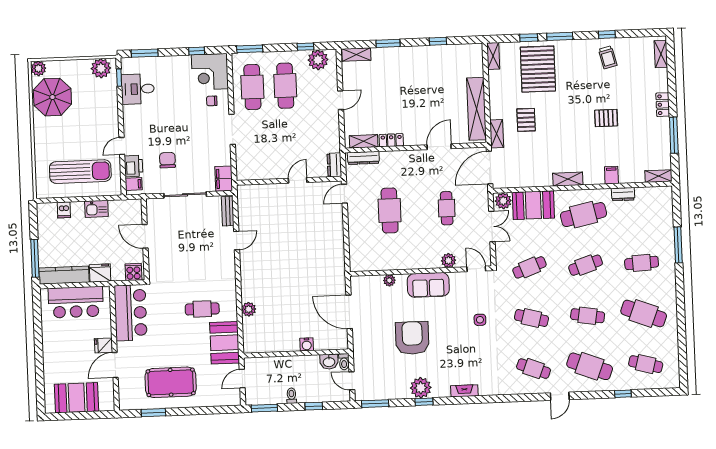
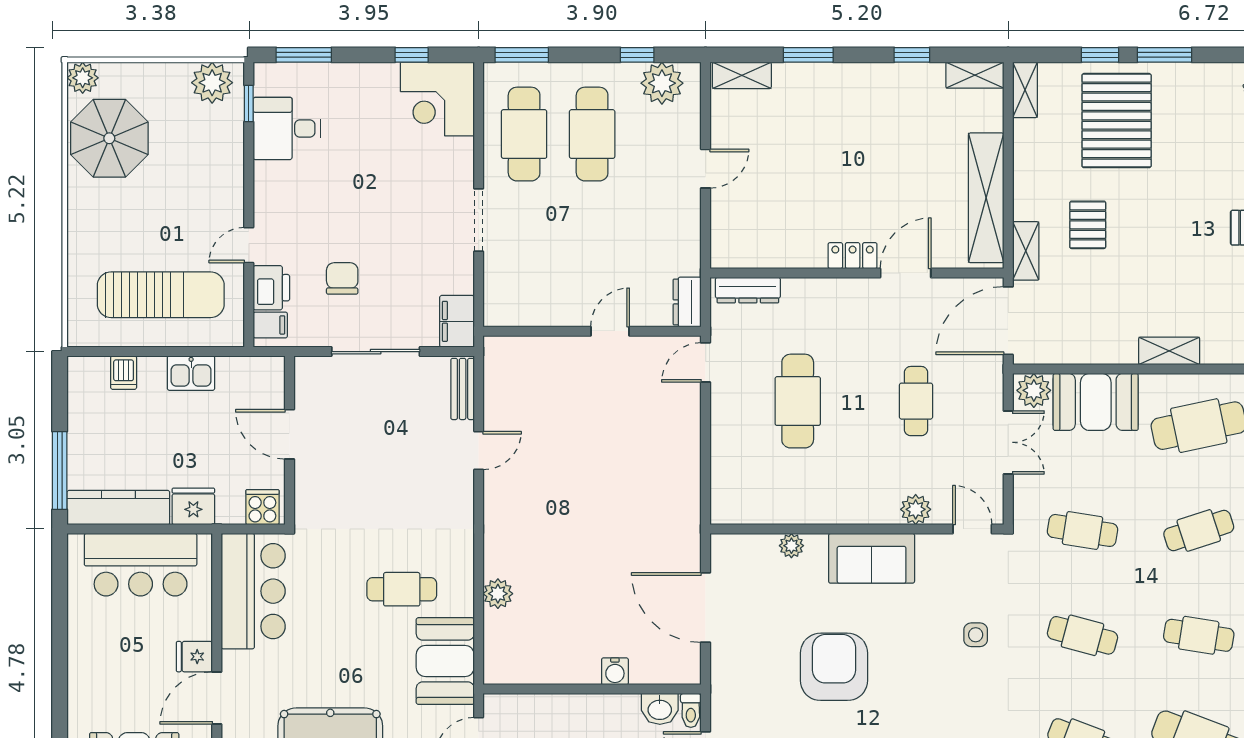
chair: (212, 101) -> (439, 159), removed
locker: (391, 140) -> (853, 256), moved
shelving: (364, 141) -> (975, 75), moved
cafe table: (529, 267) -> (1082, 530), turned 30

